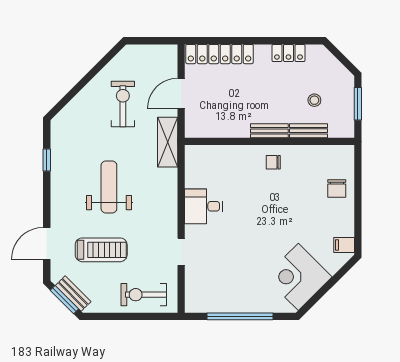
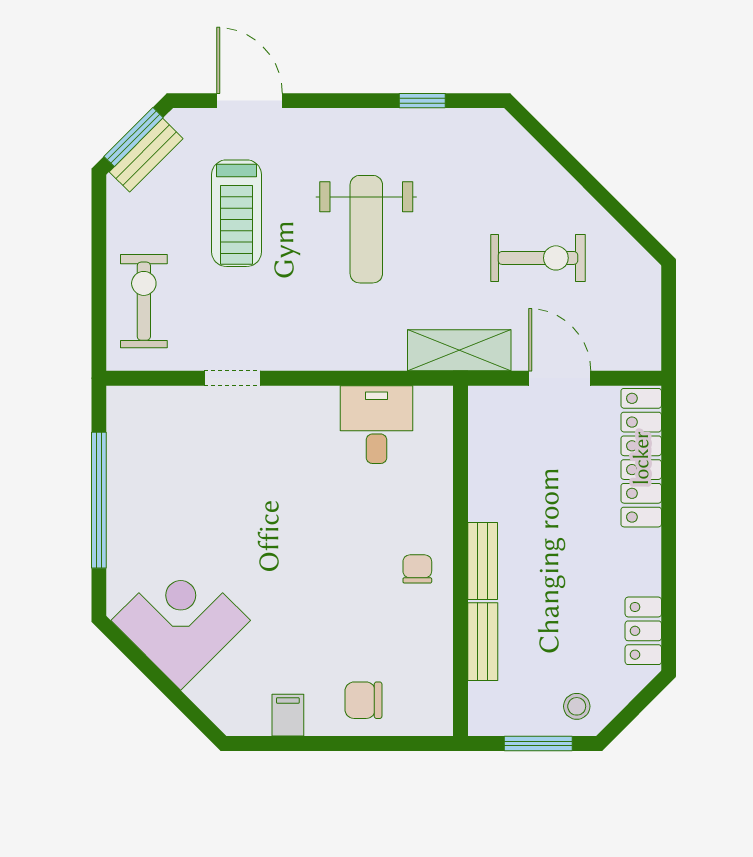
locker: (288, 53) -> (643, 631), moved
stool: (314, 100) -> (577, 706), moved
weight bench: (109, 187) -> (366, 229), turned 90
desk: (203, 206) -> (377, 425), moved
filing cabinet: (344, 245) -> (288, 715), moved

